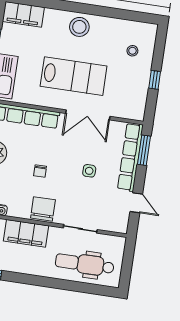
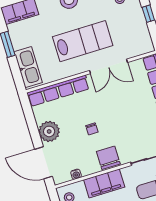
side table: (89, 171) -> (131, 110), removed

